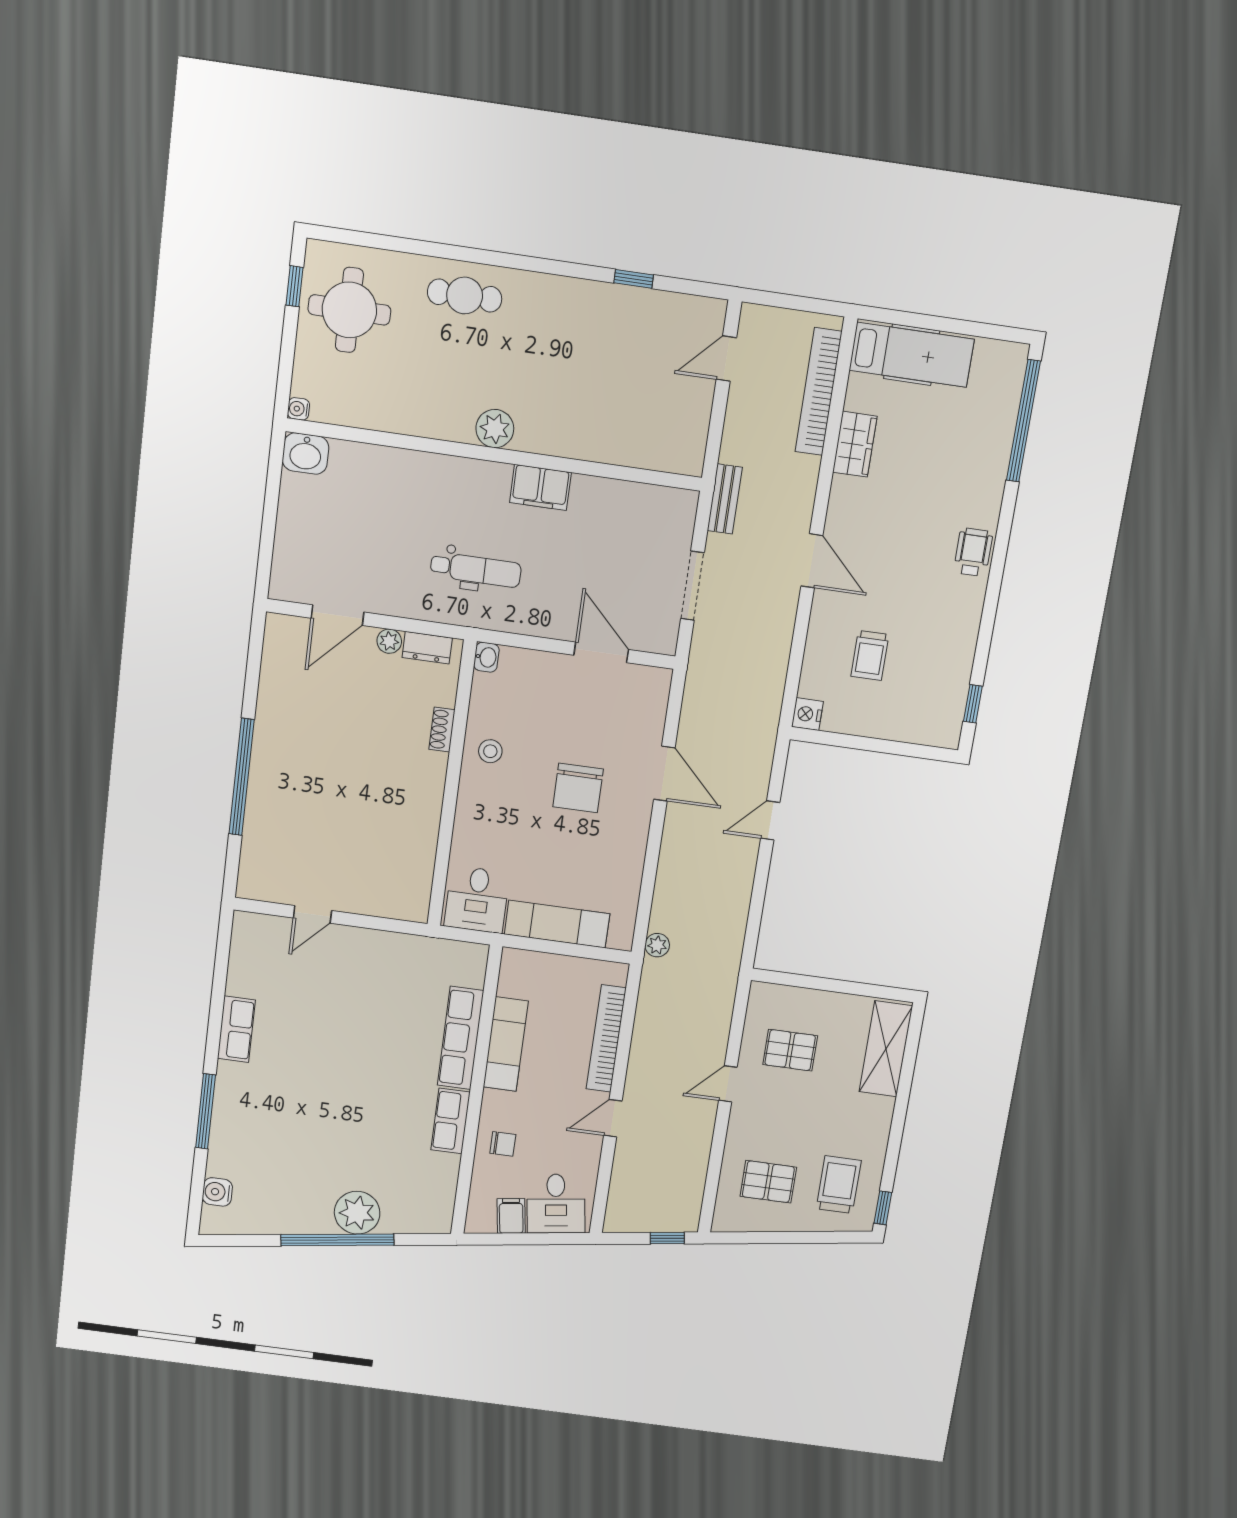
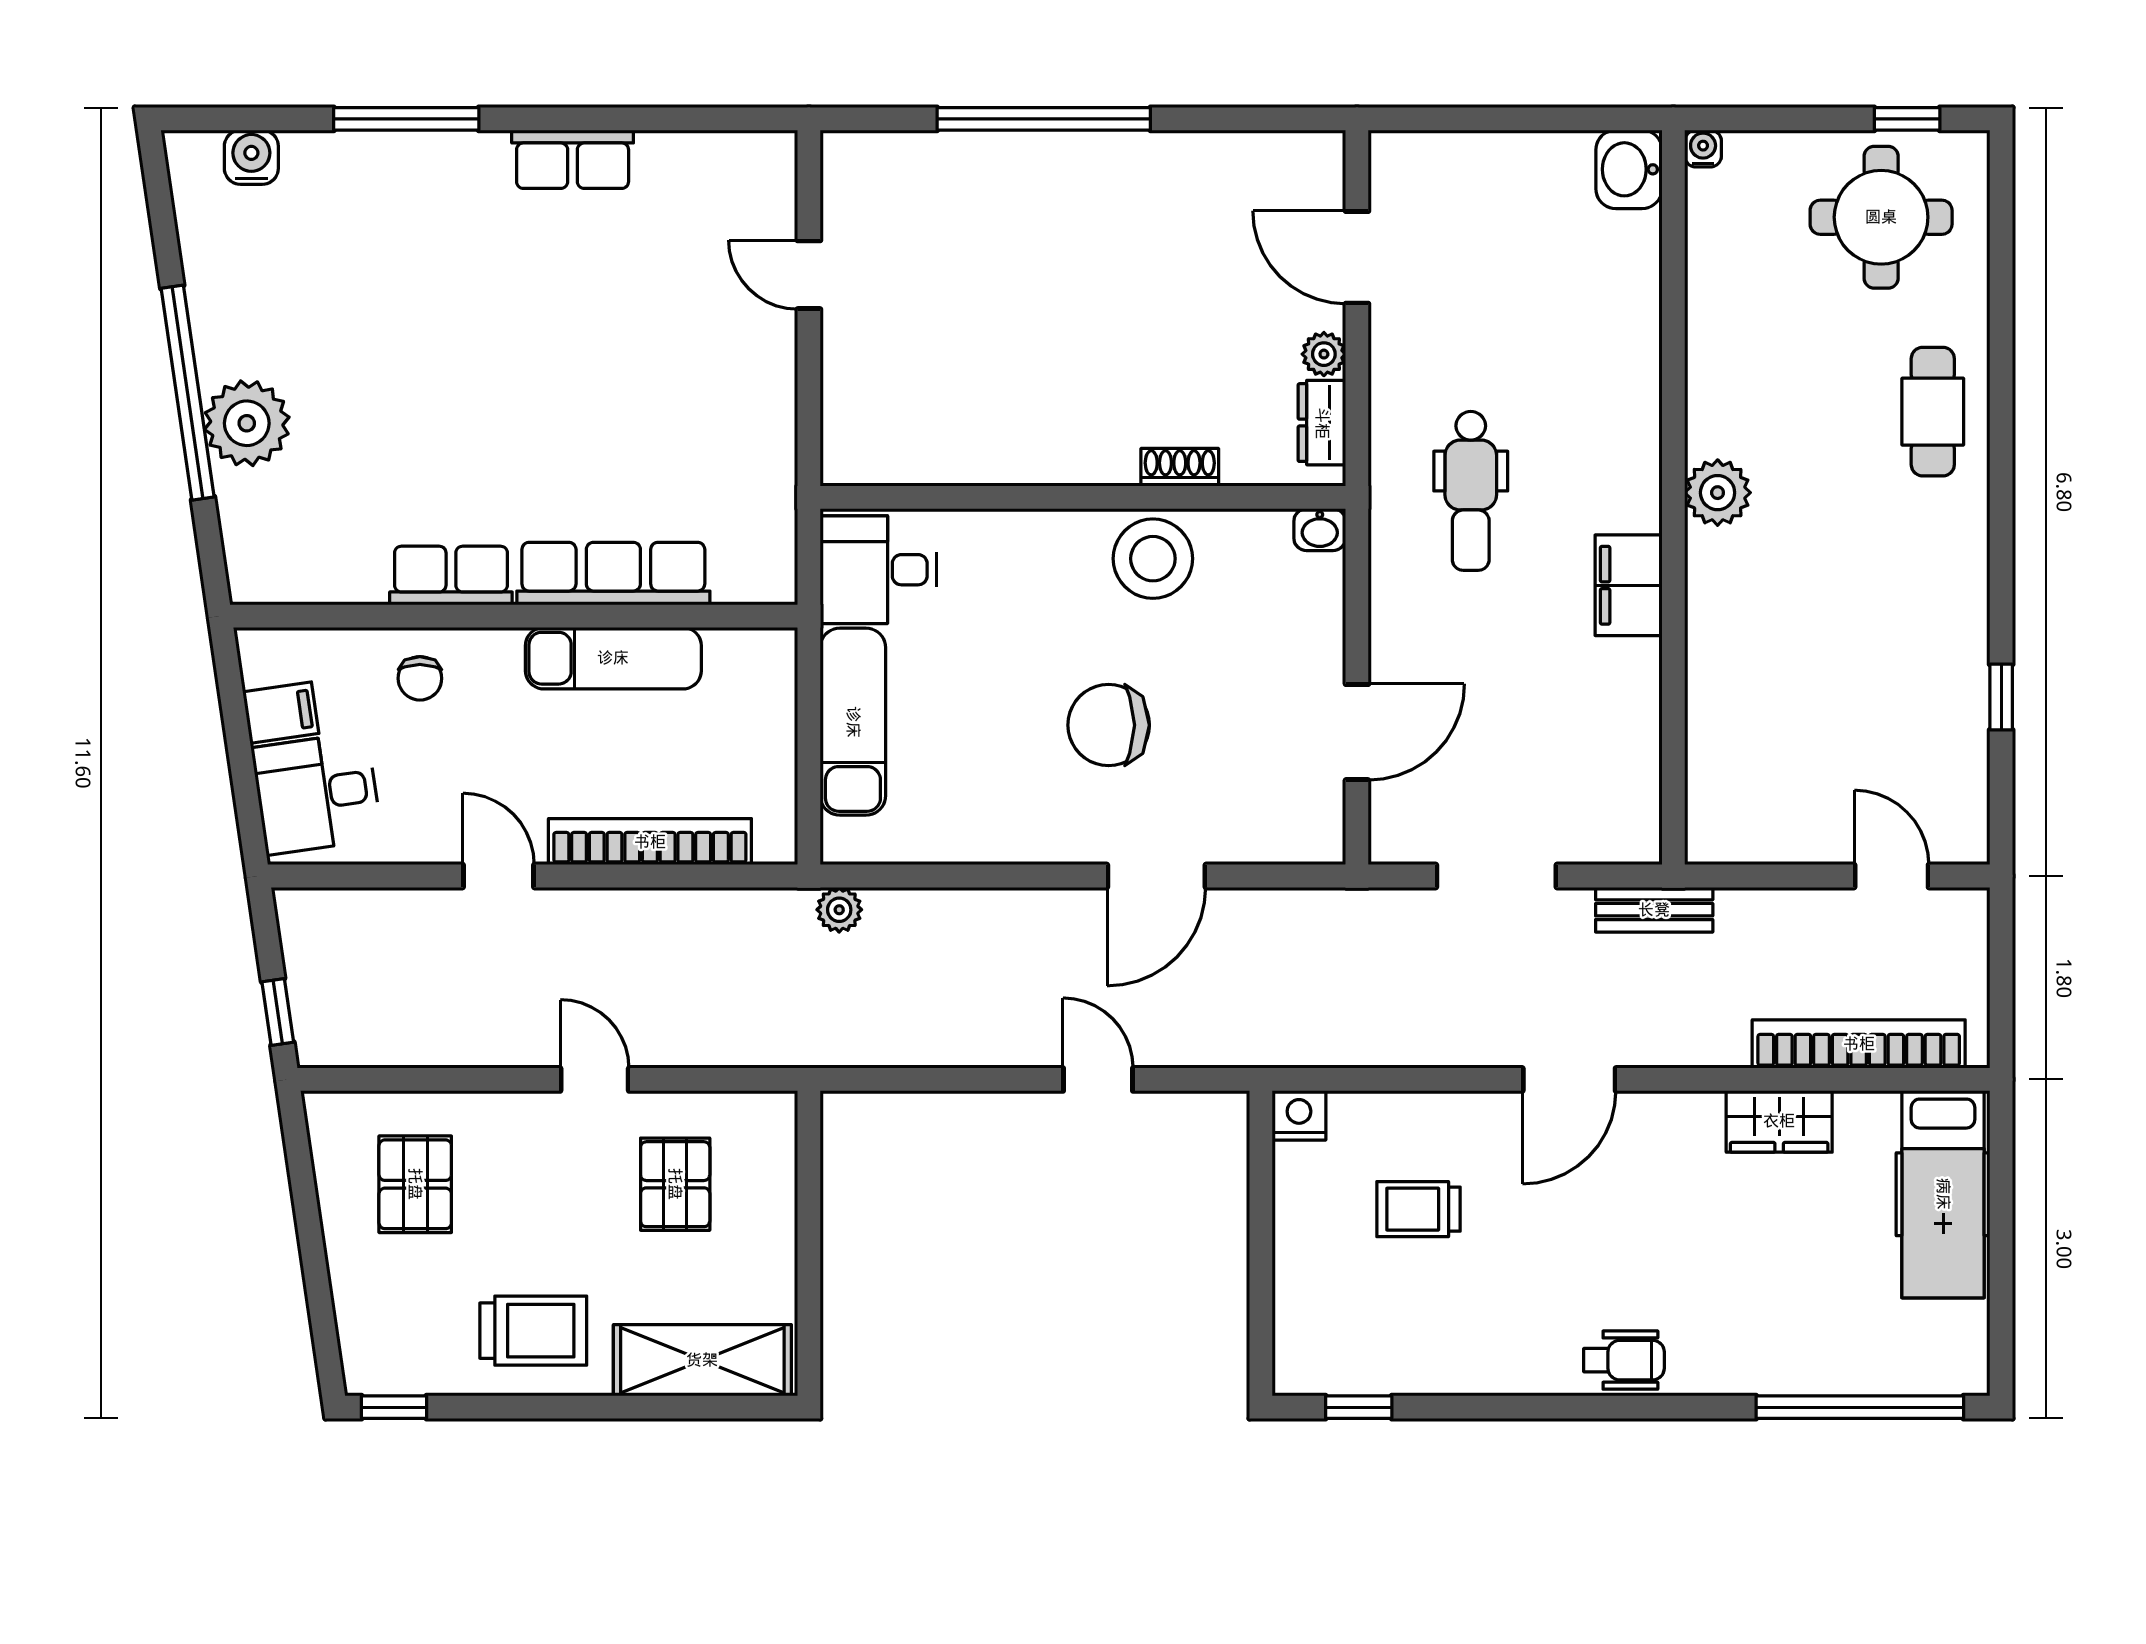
stool: (490, 751) -> (1153, 559), width x1.89, depth x1.89
trolley: (839, 1185) -> (533, 1331), moved

